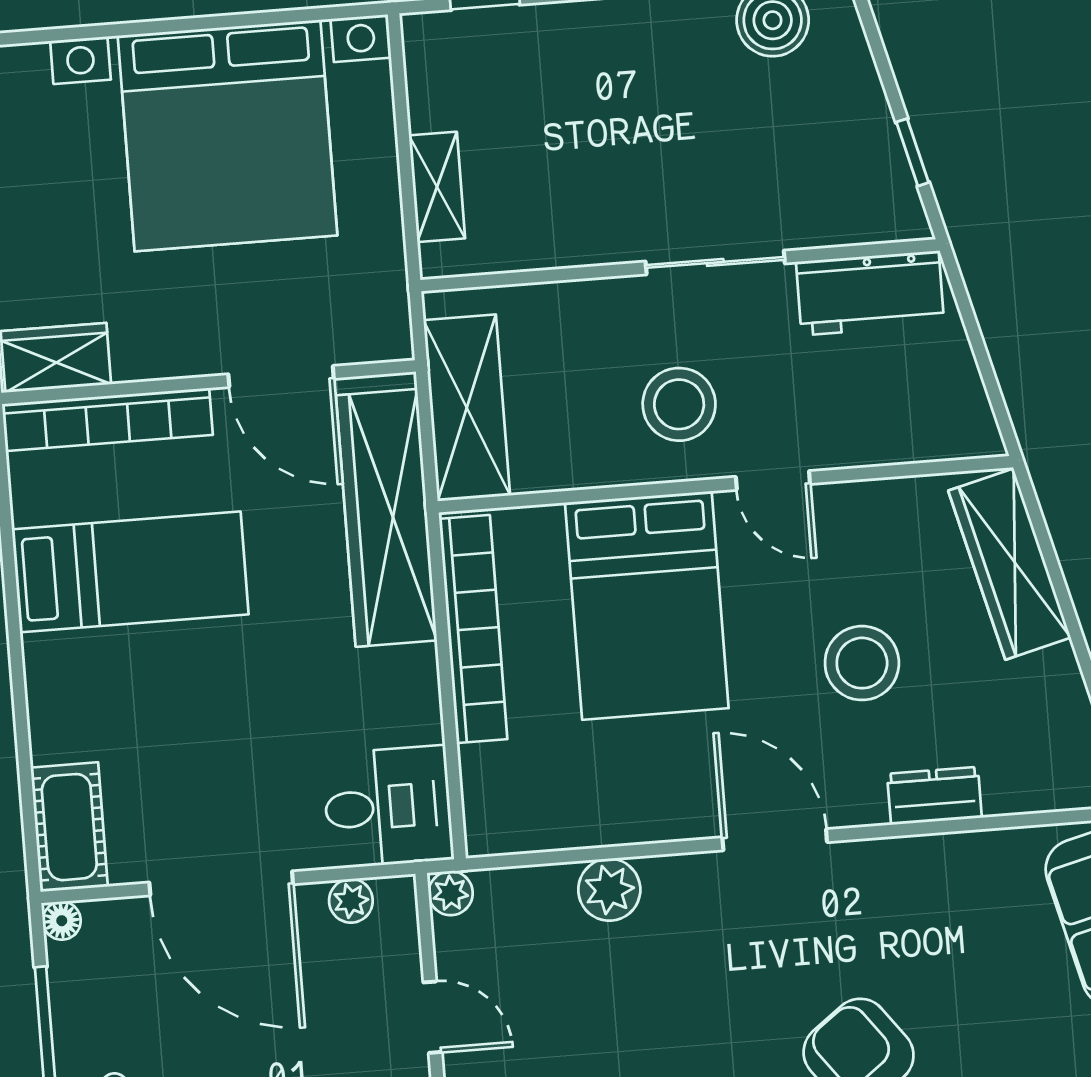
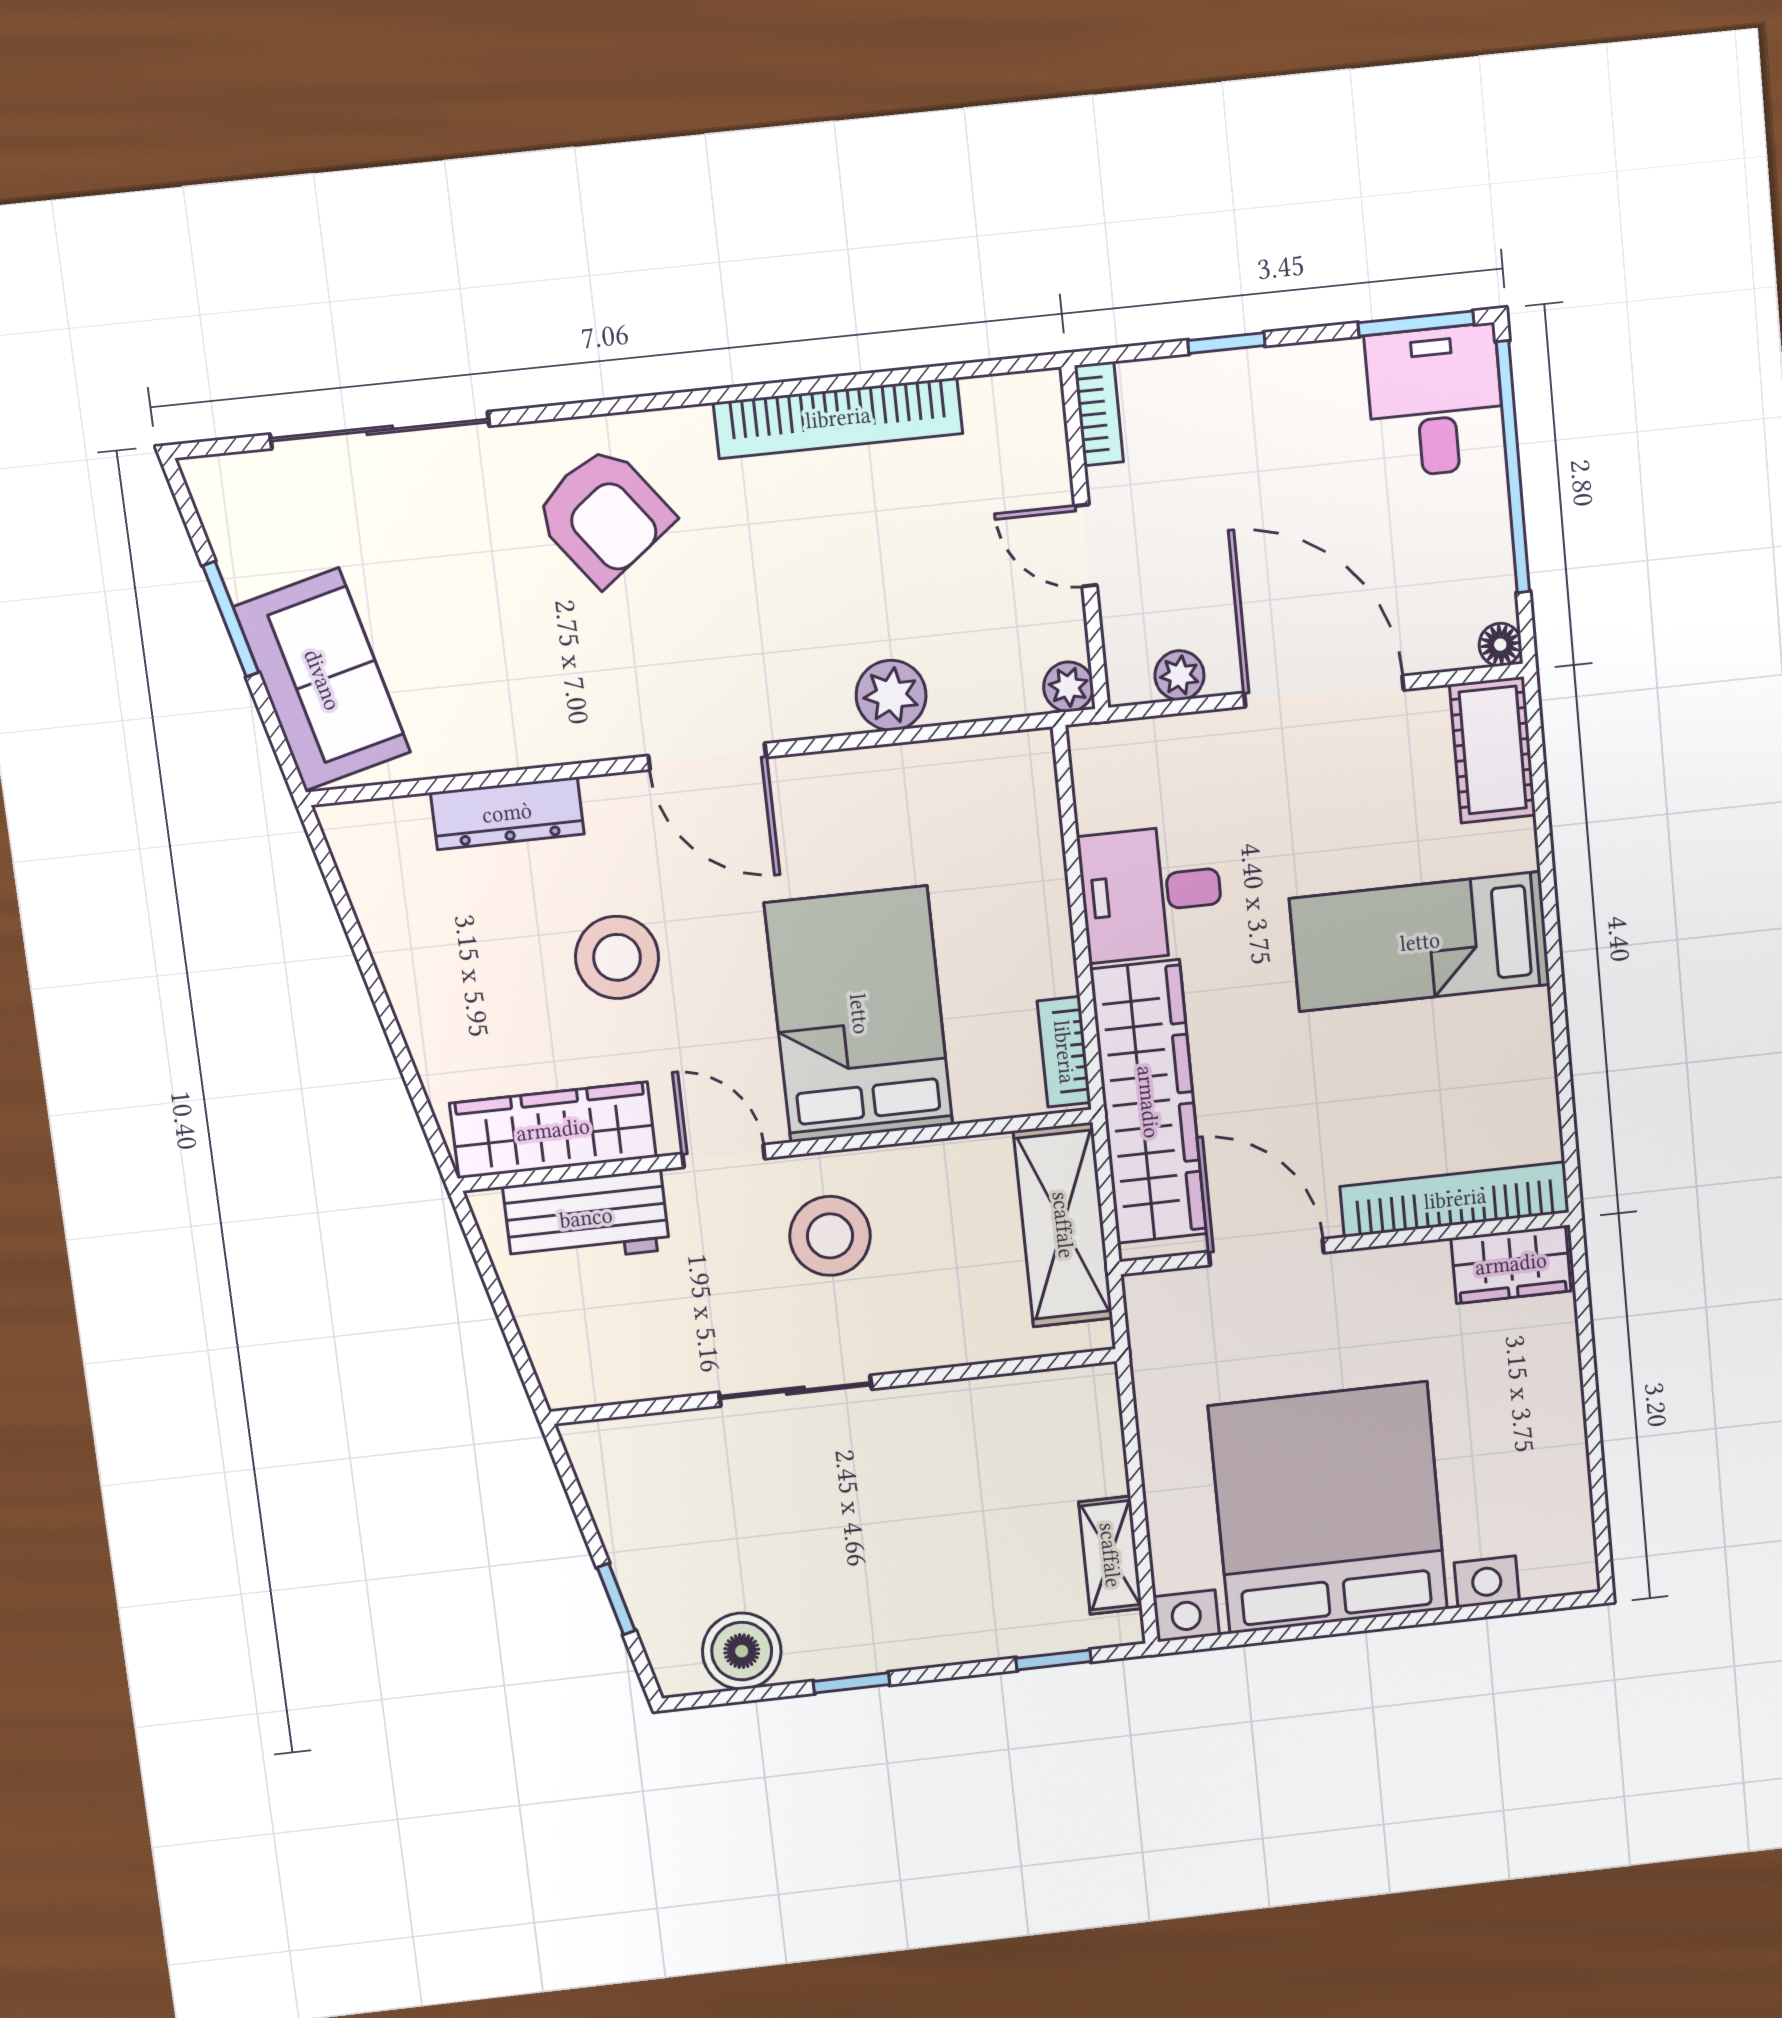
window: (913, 152) -> (616, 1599), moved
shelving: (437, 187) -> (1110, 1555), moved
workbench: (870, 293) -> (586, 1218), moved, turned 180
wardrobe: (1010, 564) -> (553, 1130), moved, turned -76
bed: (130, 572) -> (1420, 942), moved
bookcase: (473, 629) -> (1064, 1052), width x0.43, depth x0.76
dresser: (934, 796) -> (507, 813), width x1.44
desk: (388, 807) -> (1151, 893), moved

